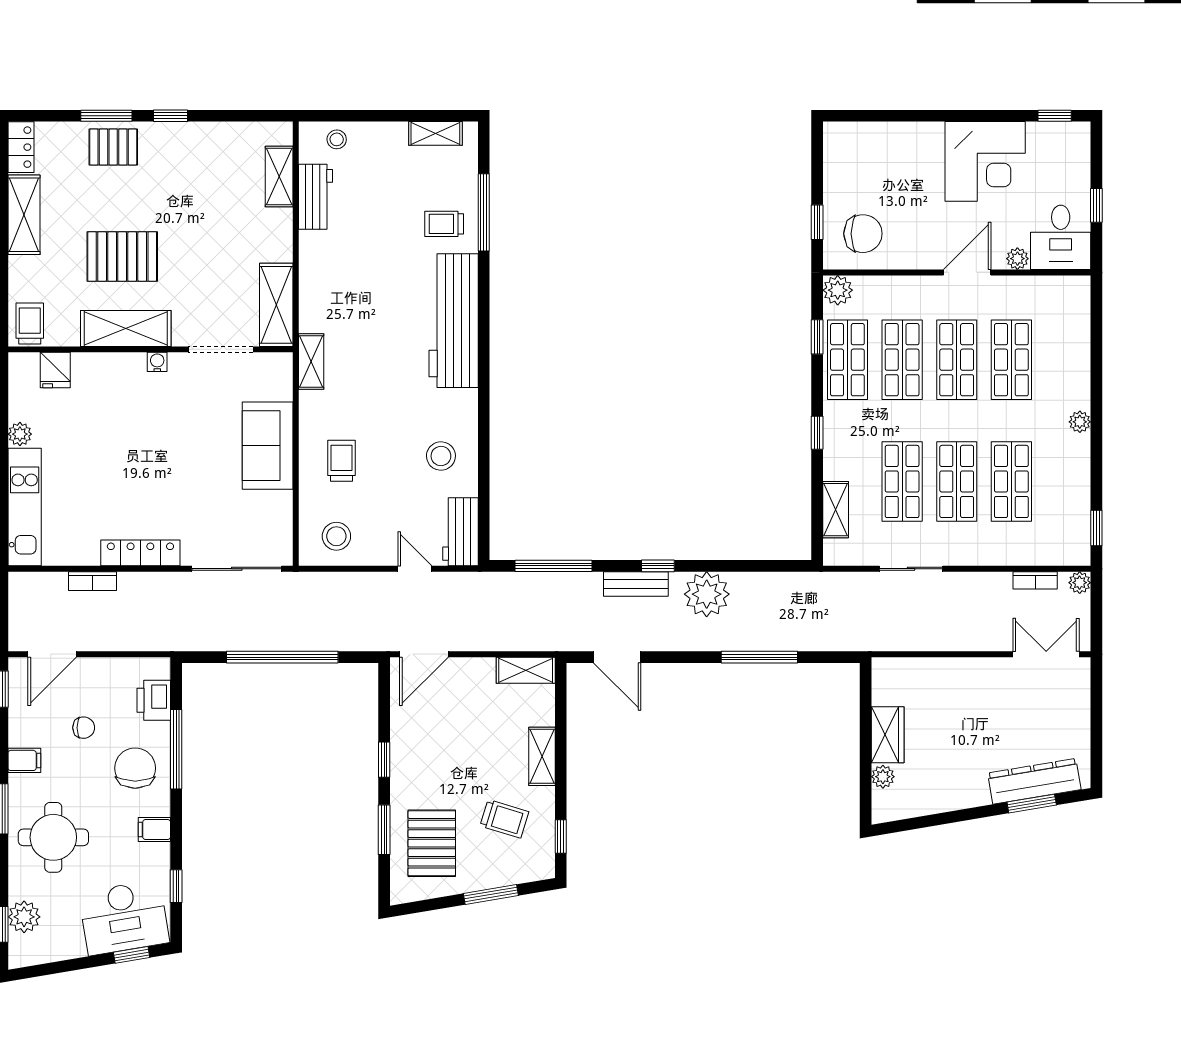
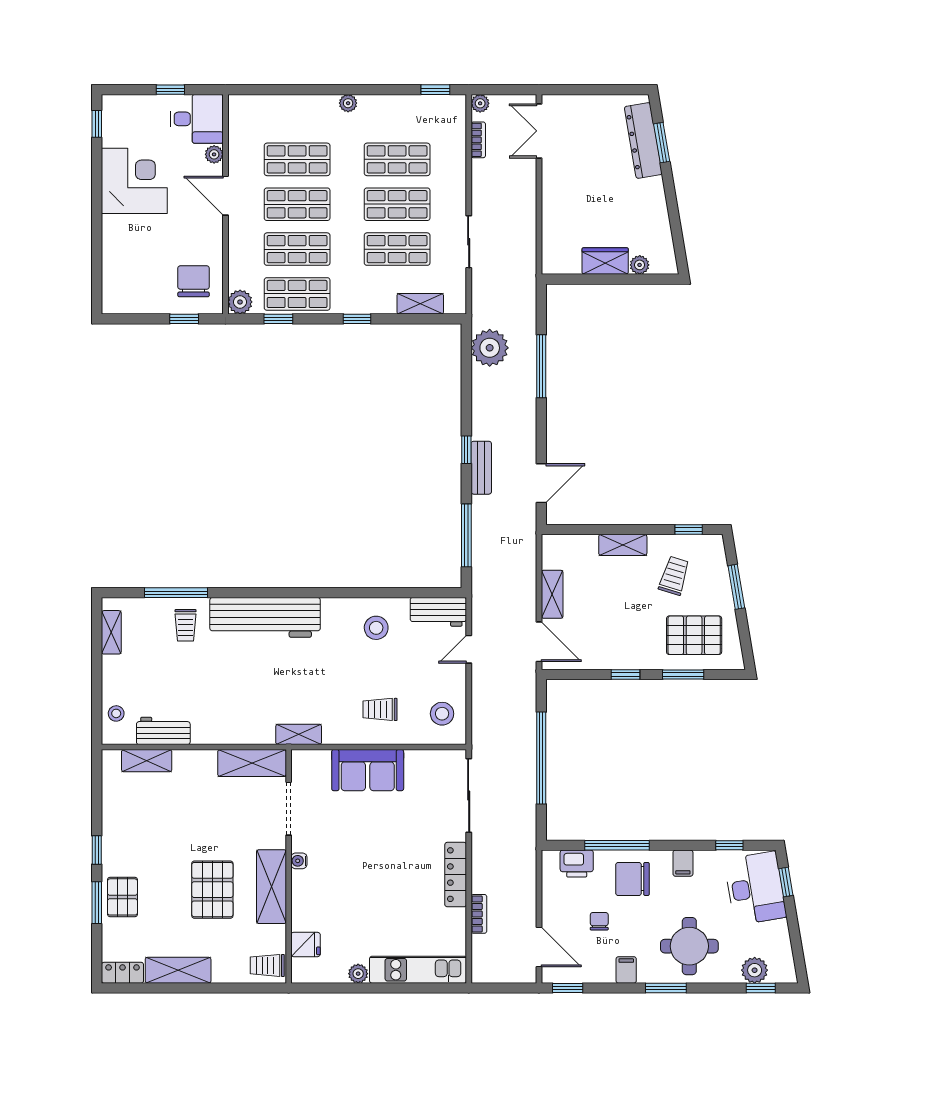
plant: (707, 594) -> (490, 348), moved
shelving: (526, 670) -> (552, 594), moved

